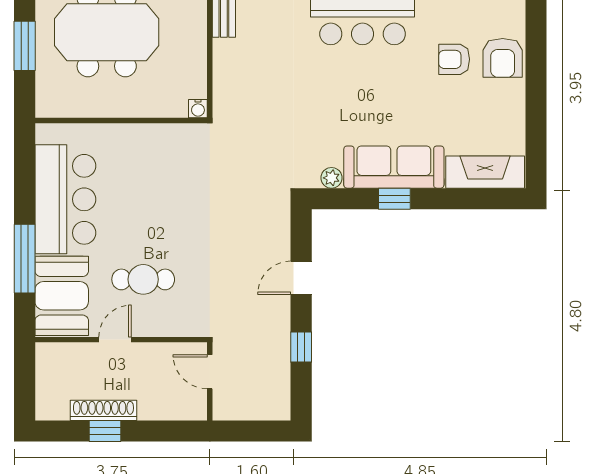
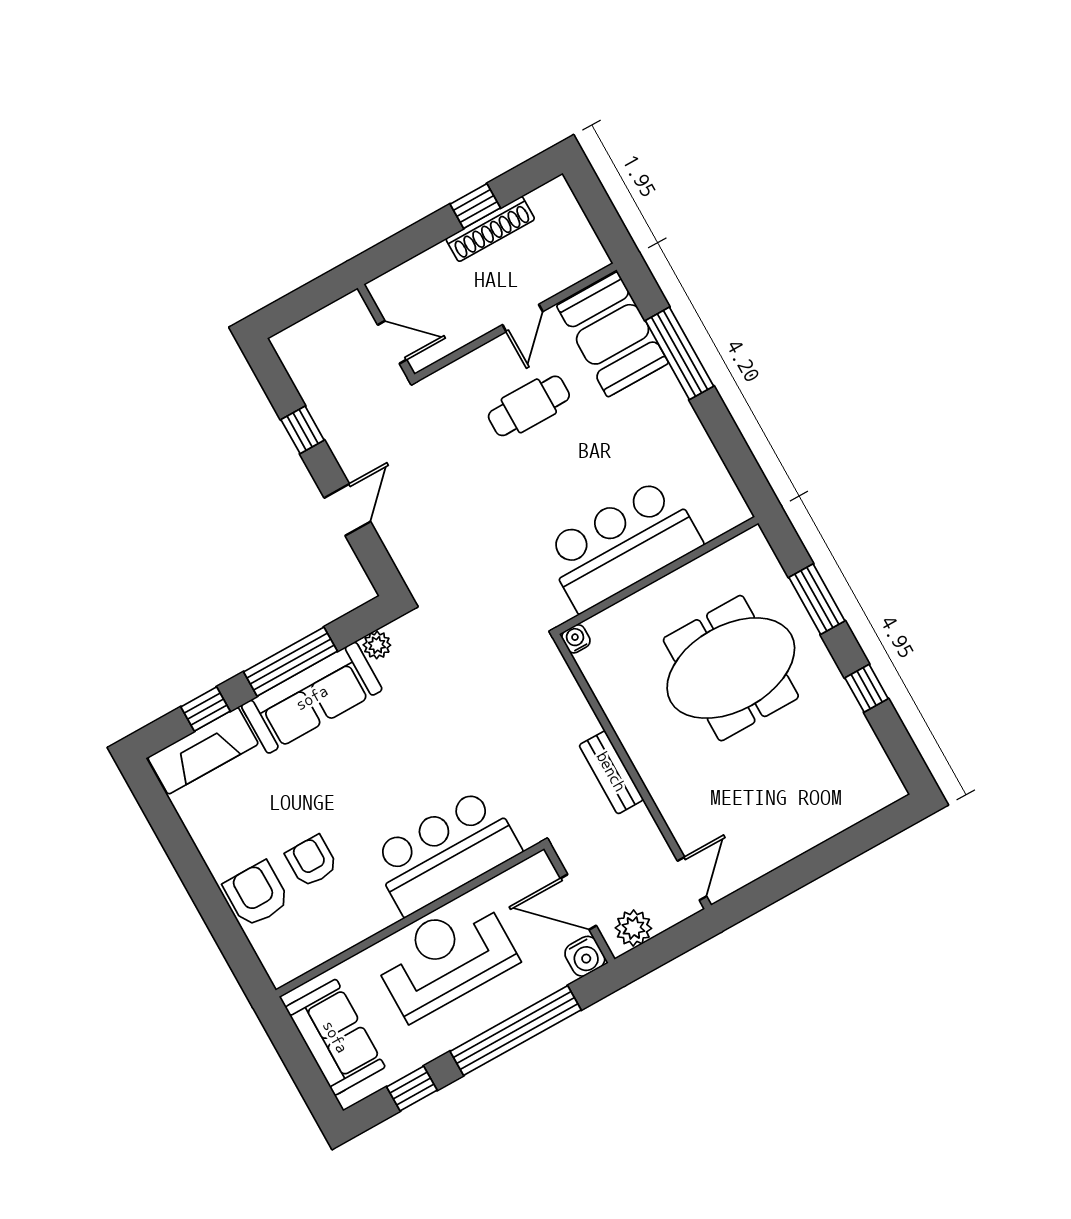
armchair: (454, 59) -> (312, 861), turned -90
bar counter: (65, 199) -> (622, 545), moved, turned 90
window: (394, 199) -> (291, 662), width x2.17
window: (468, 199) -> (206, 709), added

